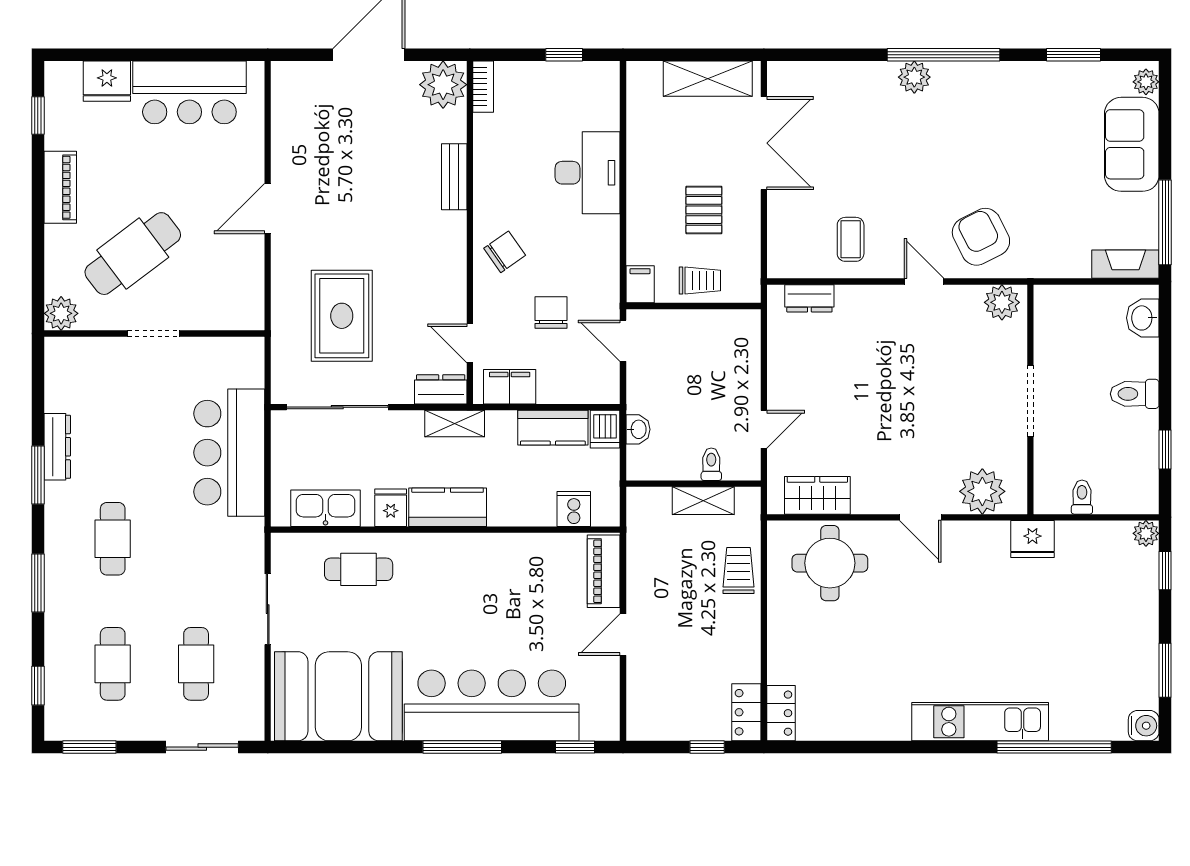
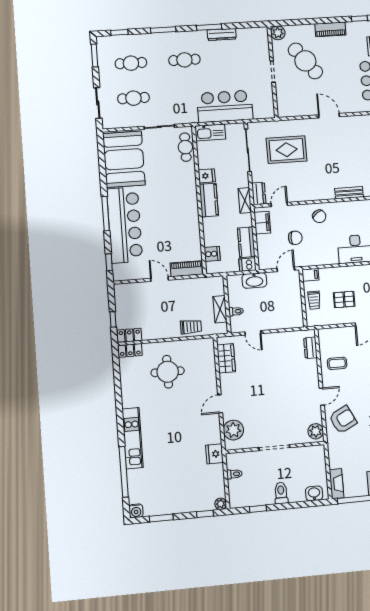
washbasin: (638, 429) -> (254, 280), width x1.91, depth x1.45
kitchen sink: (325, 508) -> (210, 133), moved, turned 90
round table: (830, 563) -> (168, 372), moved
cafe table: (359, 569) -> (185, 147), moved

